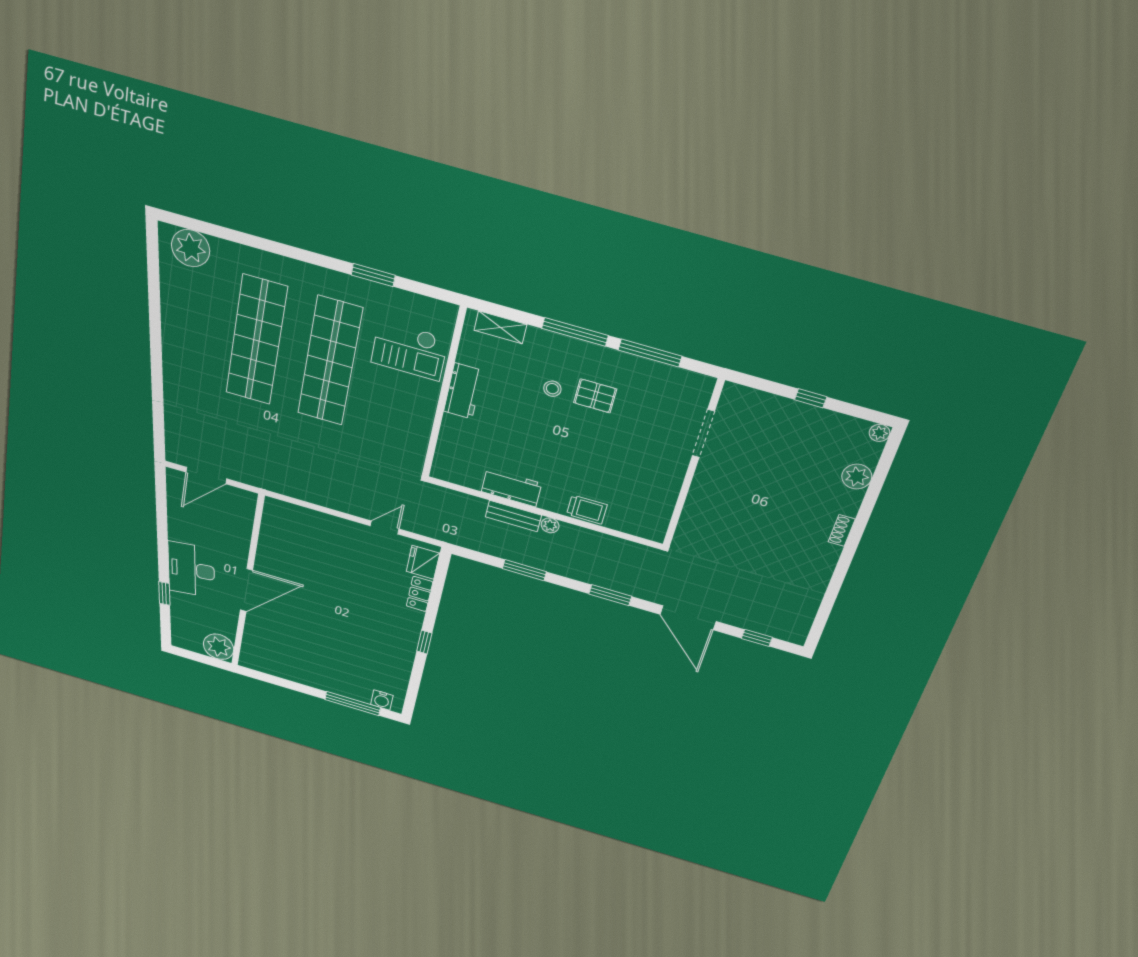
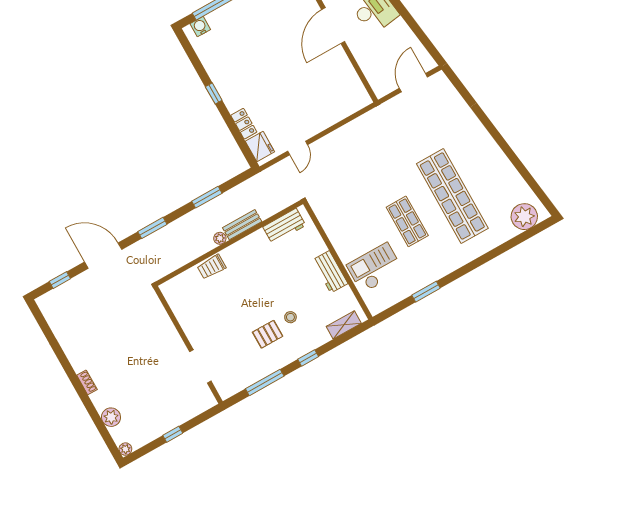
window: (575, 332) -> (308, 358), width x0.46
shop shelf: (330, 361) -> (407, 221), width x0.50, depth x0.74
workbench: (512, 487) -> (284, 226), moved

